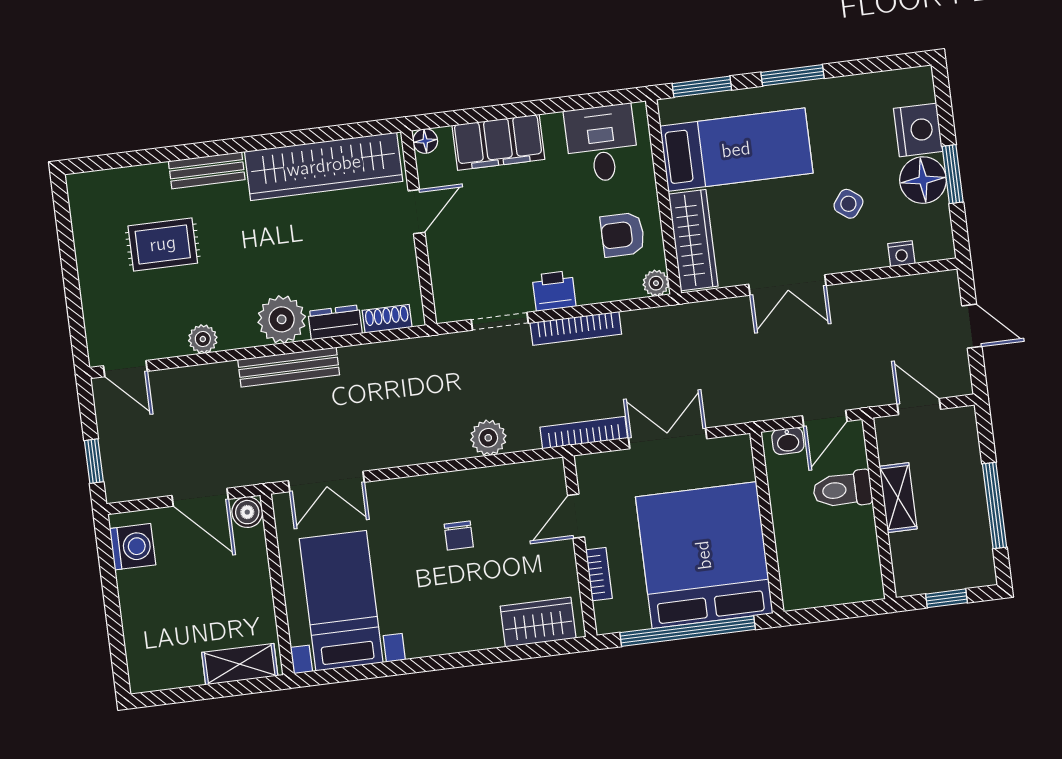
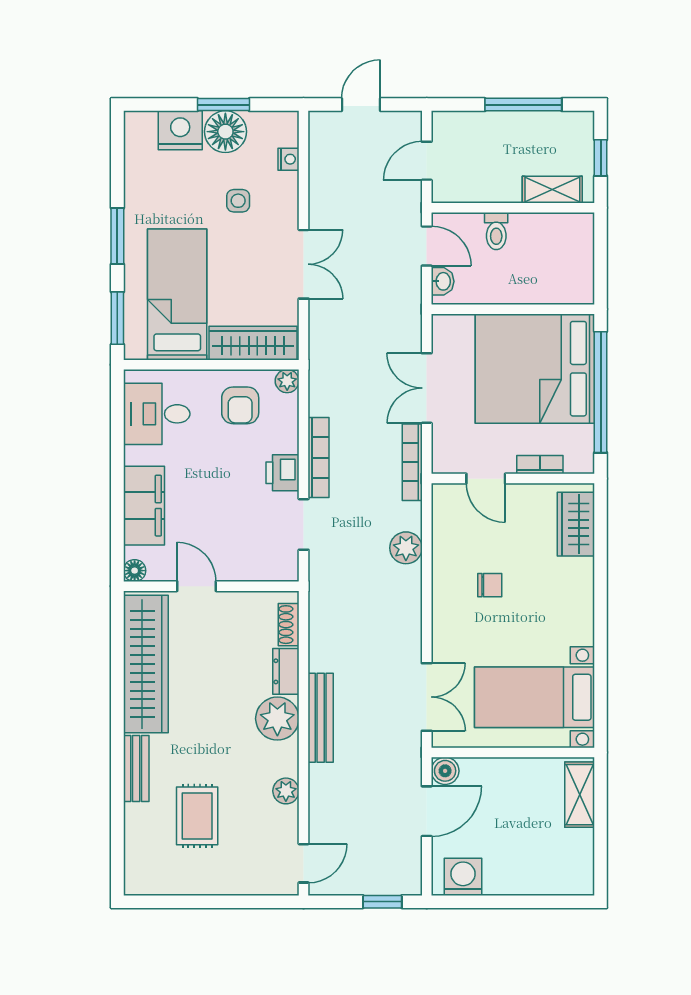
side table: (848, 204) -> (238, 201), turned -37
toilet: (842, 490) -> (496, 231), width x0.73, depth x0.72
shelving: (898, 498) -> (552, 190), moved

